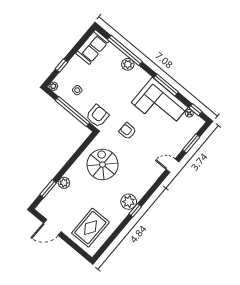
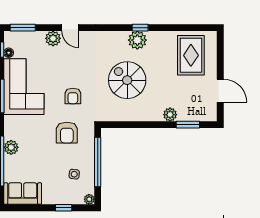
armchair: (97, 116) -> (67, 133), moved, turned -90
window: (191, 143) -> (23, 28), moved
plant: (175, 149) -> (53, 38), added
spiral stairs: (102, 165) -> (127, 80), moved, turned 90
rug: (90, 228) -> (191, 55), turned 90

